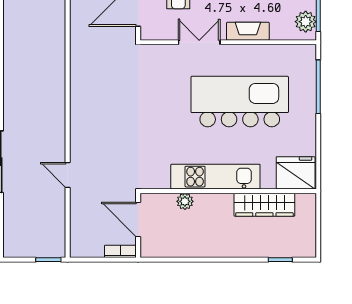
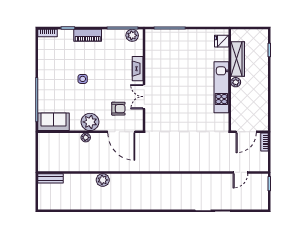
kitchen island: (240, 102) -> (178, 73), removed
fridge: (296, 173) -> (222, 41), width x0.53, depth x0.75
door: (68, 175) -> (240, 172), moved
plant: (185, 201) -> (236, 82), moved

